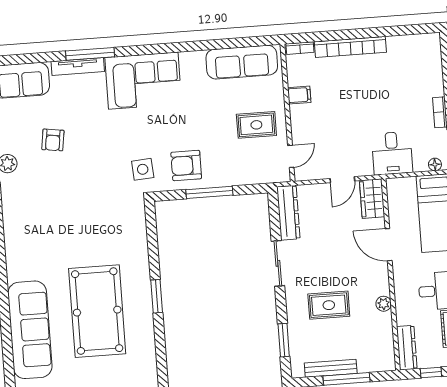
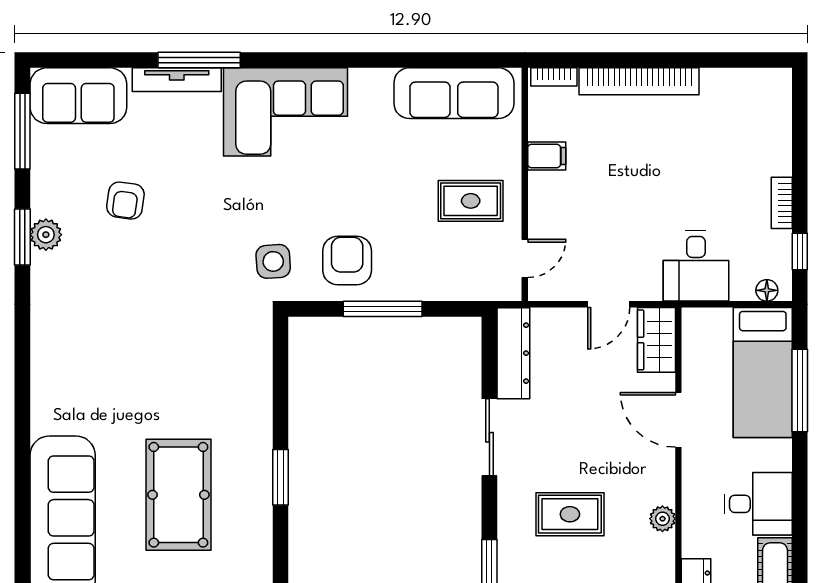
armchair: (186, 165) -> (347, 260), turned 90
pool table: (97, 311) -> (178, 495), width x0.73, depth x0.76

